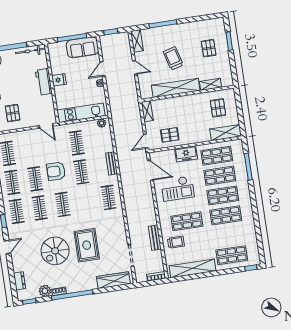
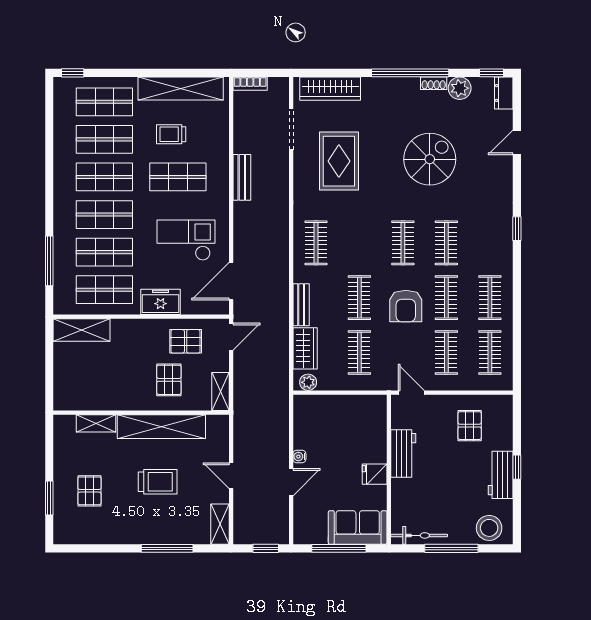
sofa: (82, 47) -> (358, 527), moved
trolley: (173, 58) -> (158, 482), turned -75
workbench: (44, 82) -> (403, 453), moved
pallet: (218, 108) -> (169, 380), moved
kitchen unit: (81, 113) -> (343, 407), removed
wardrobe: (106, 141) -> (305, 348), added
door: (150, 170) -> (231, 281), hinge flipped
armchair: (56, 171) -> (406, 306), turned 90
clothes rail: (17, 211) -> (446, 352), moved
shop shelf: (229, 235) -> (104, 139), added
bench: (155, 238) -> (242, 177), moved
trolley: (176, 242) -> (171, 134), moved
rug: (87, 245) -> (339, 161), moved
door: (7, 247) -> (517, 142), moved
dresser: (20, 281) -> (504, 93), moved

